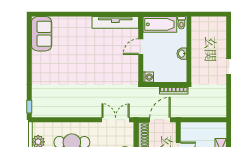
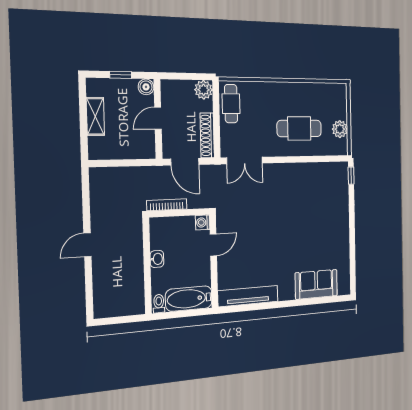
sofa: (42, 34) -> (316, 284), moved, turned 90
door: (141, 47) -> (213, 245), moved
door: (160, 120) -> (185, 162), hinge flipped

